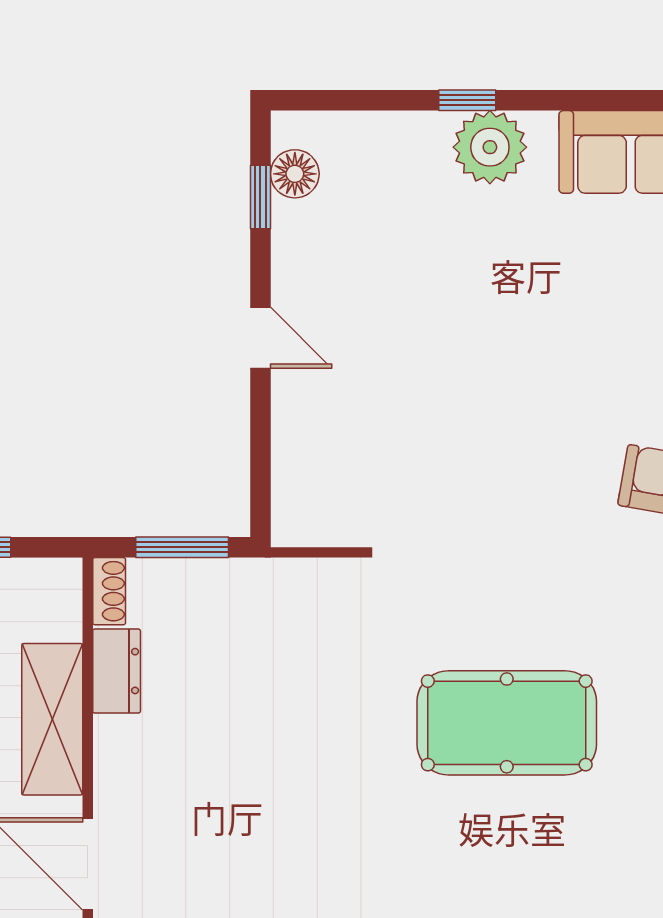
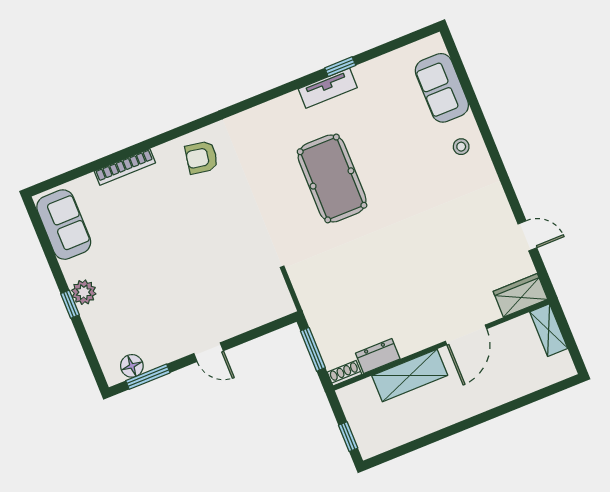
plant: (490, 147) -> (84, 292), width x0.73, depth x0.73
window: (260, 197) -> (148, 377), width x1.50
door: (260, 338) -> (209, 352), swing flipped

